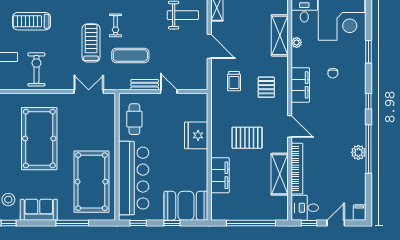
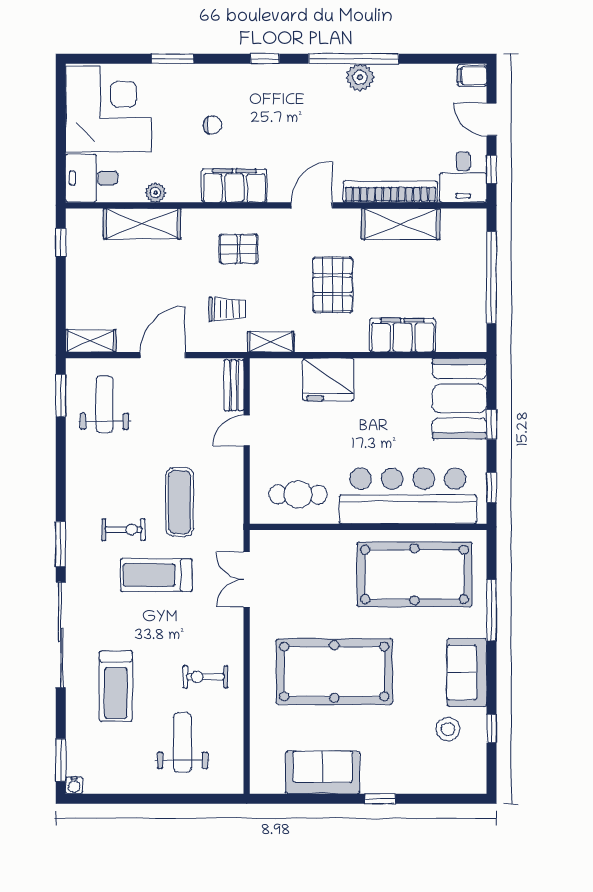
exercise bike: (36, 69) -> (205, 677), width x0.73, depth x0.72
bench: (145, 85) -> (234, 385), moved
shelving: (216, 105) -> (271, 342), added

